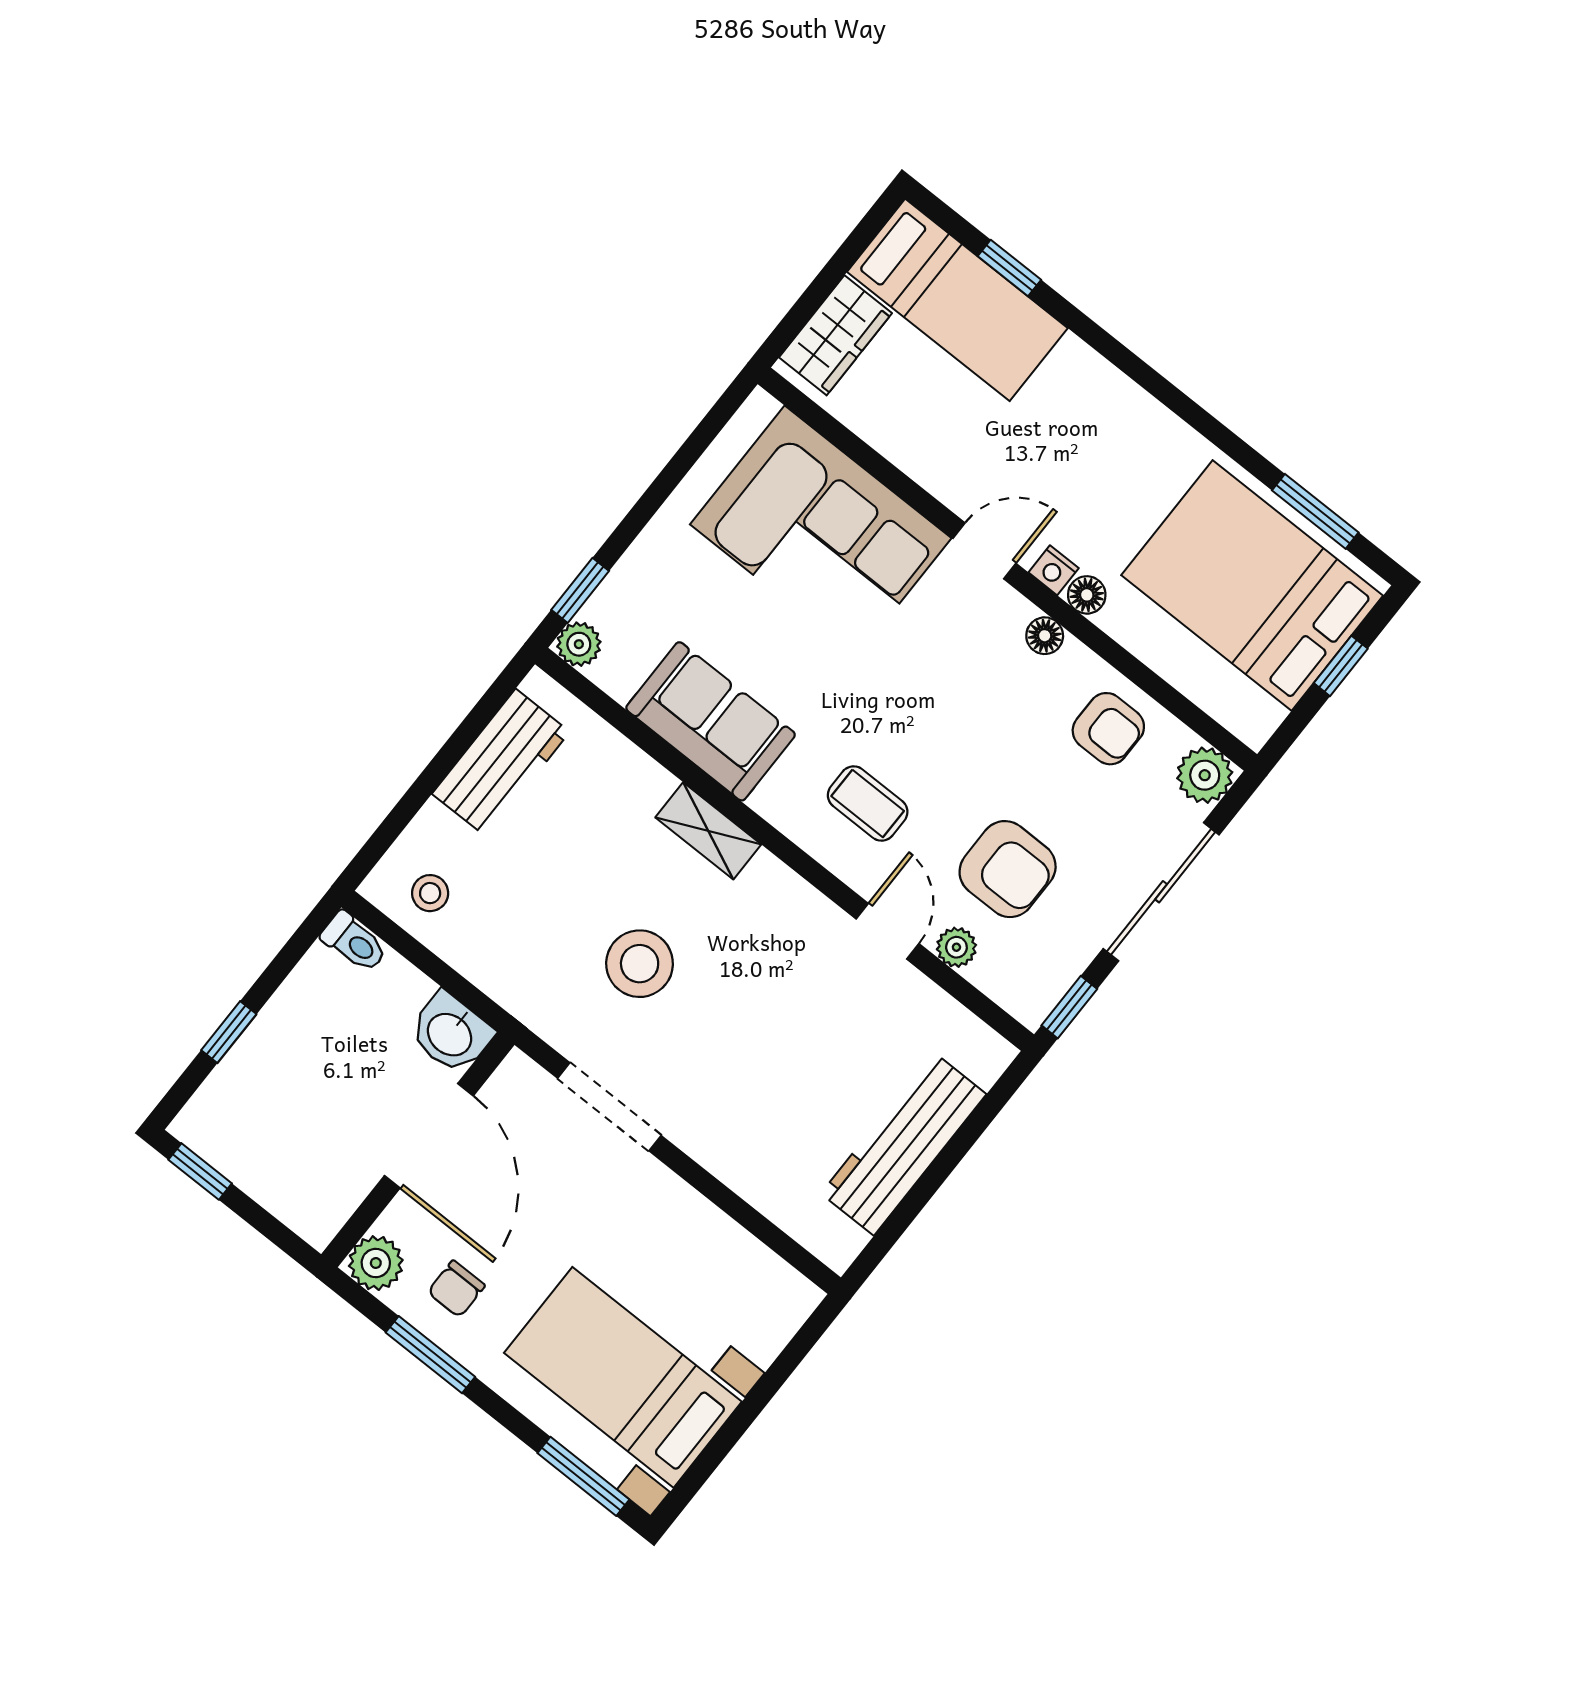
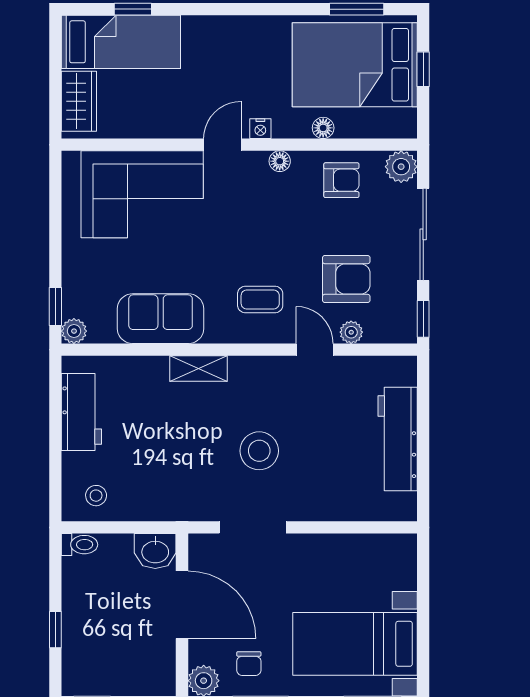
floor lamp: (1087, 595) -> (323, 128), moved
stool: (640, 964) -> (259, 451), moved

